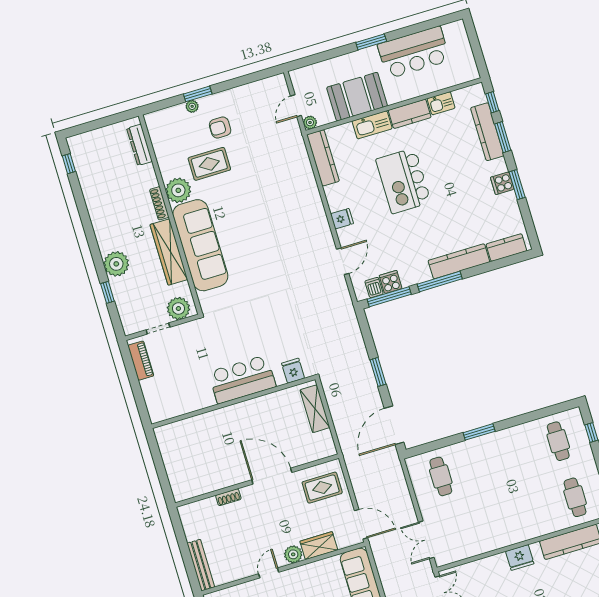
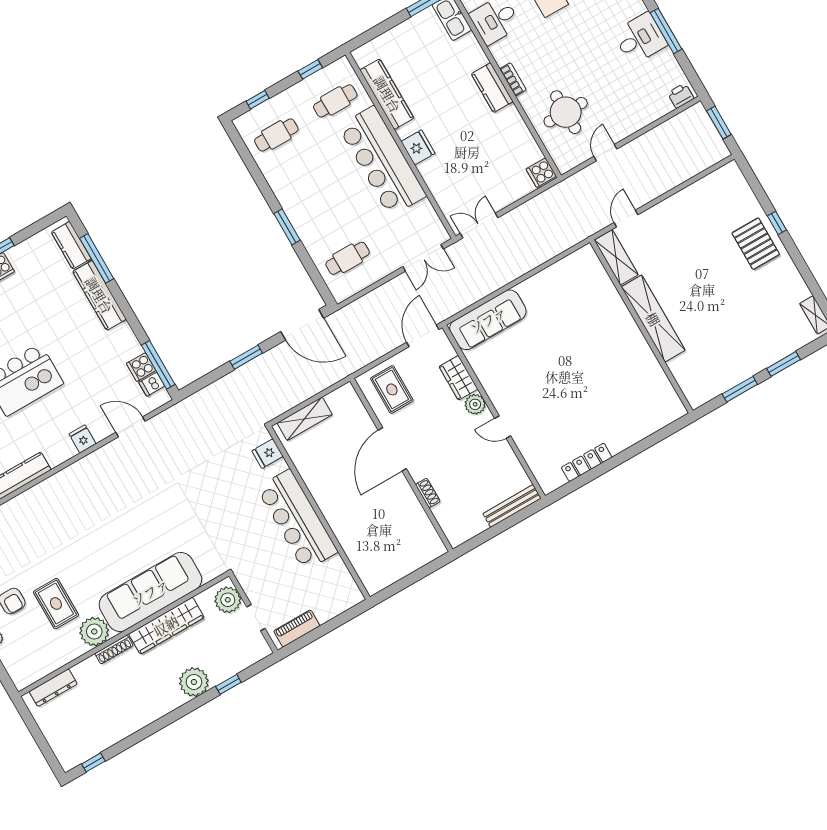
window: (440, 282) -> (97, 258), moved
bar counter: (242, 379) -> (297, 520), width x1.36
bar counter: (515, 525) -> (382, 161), added

